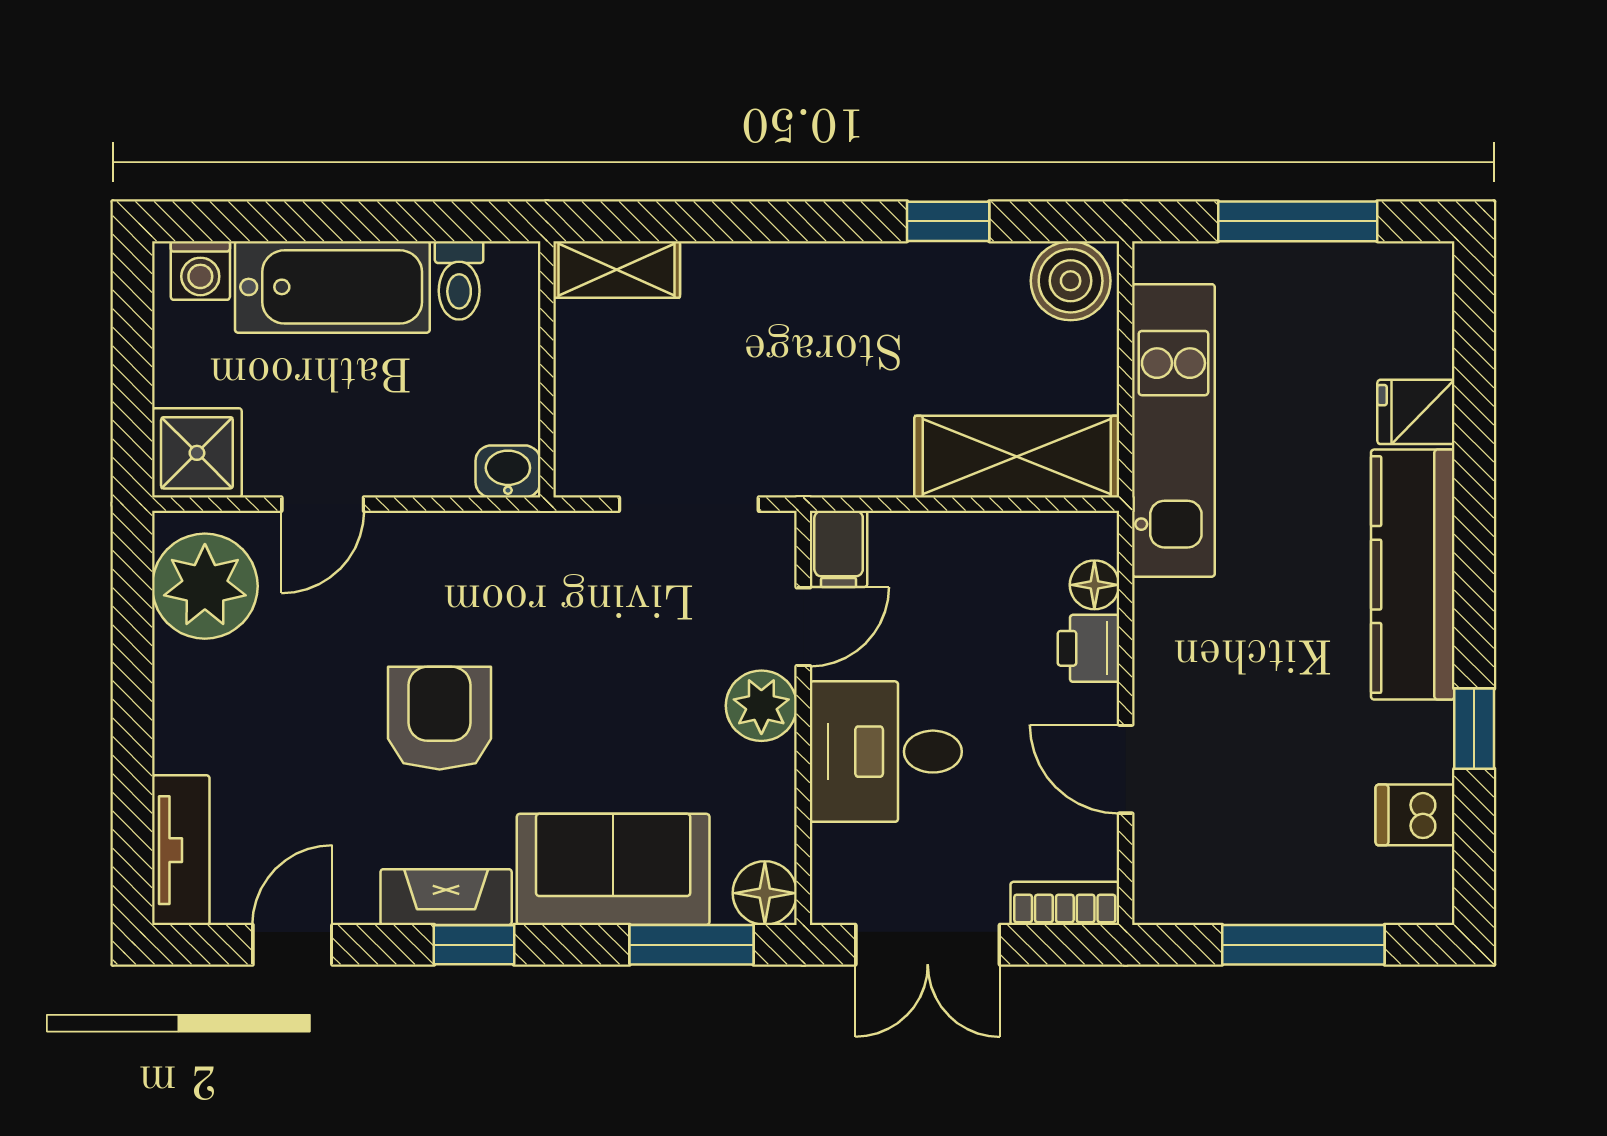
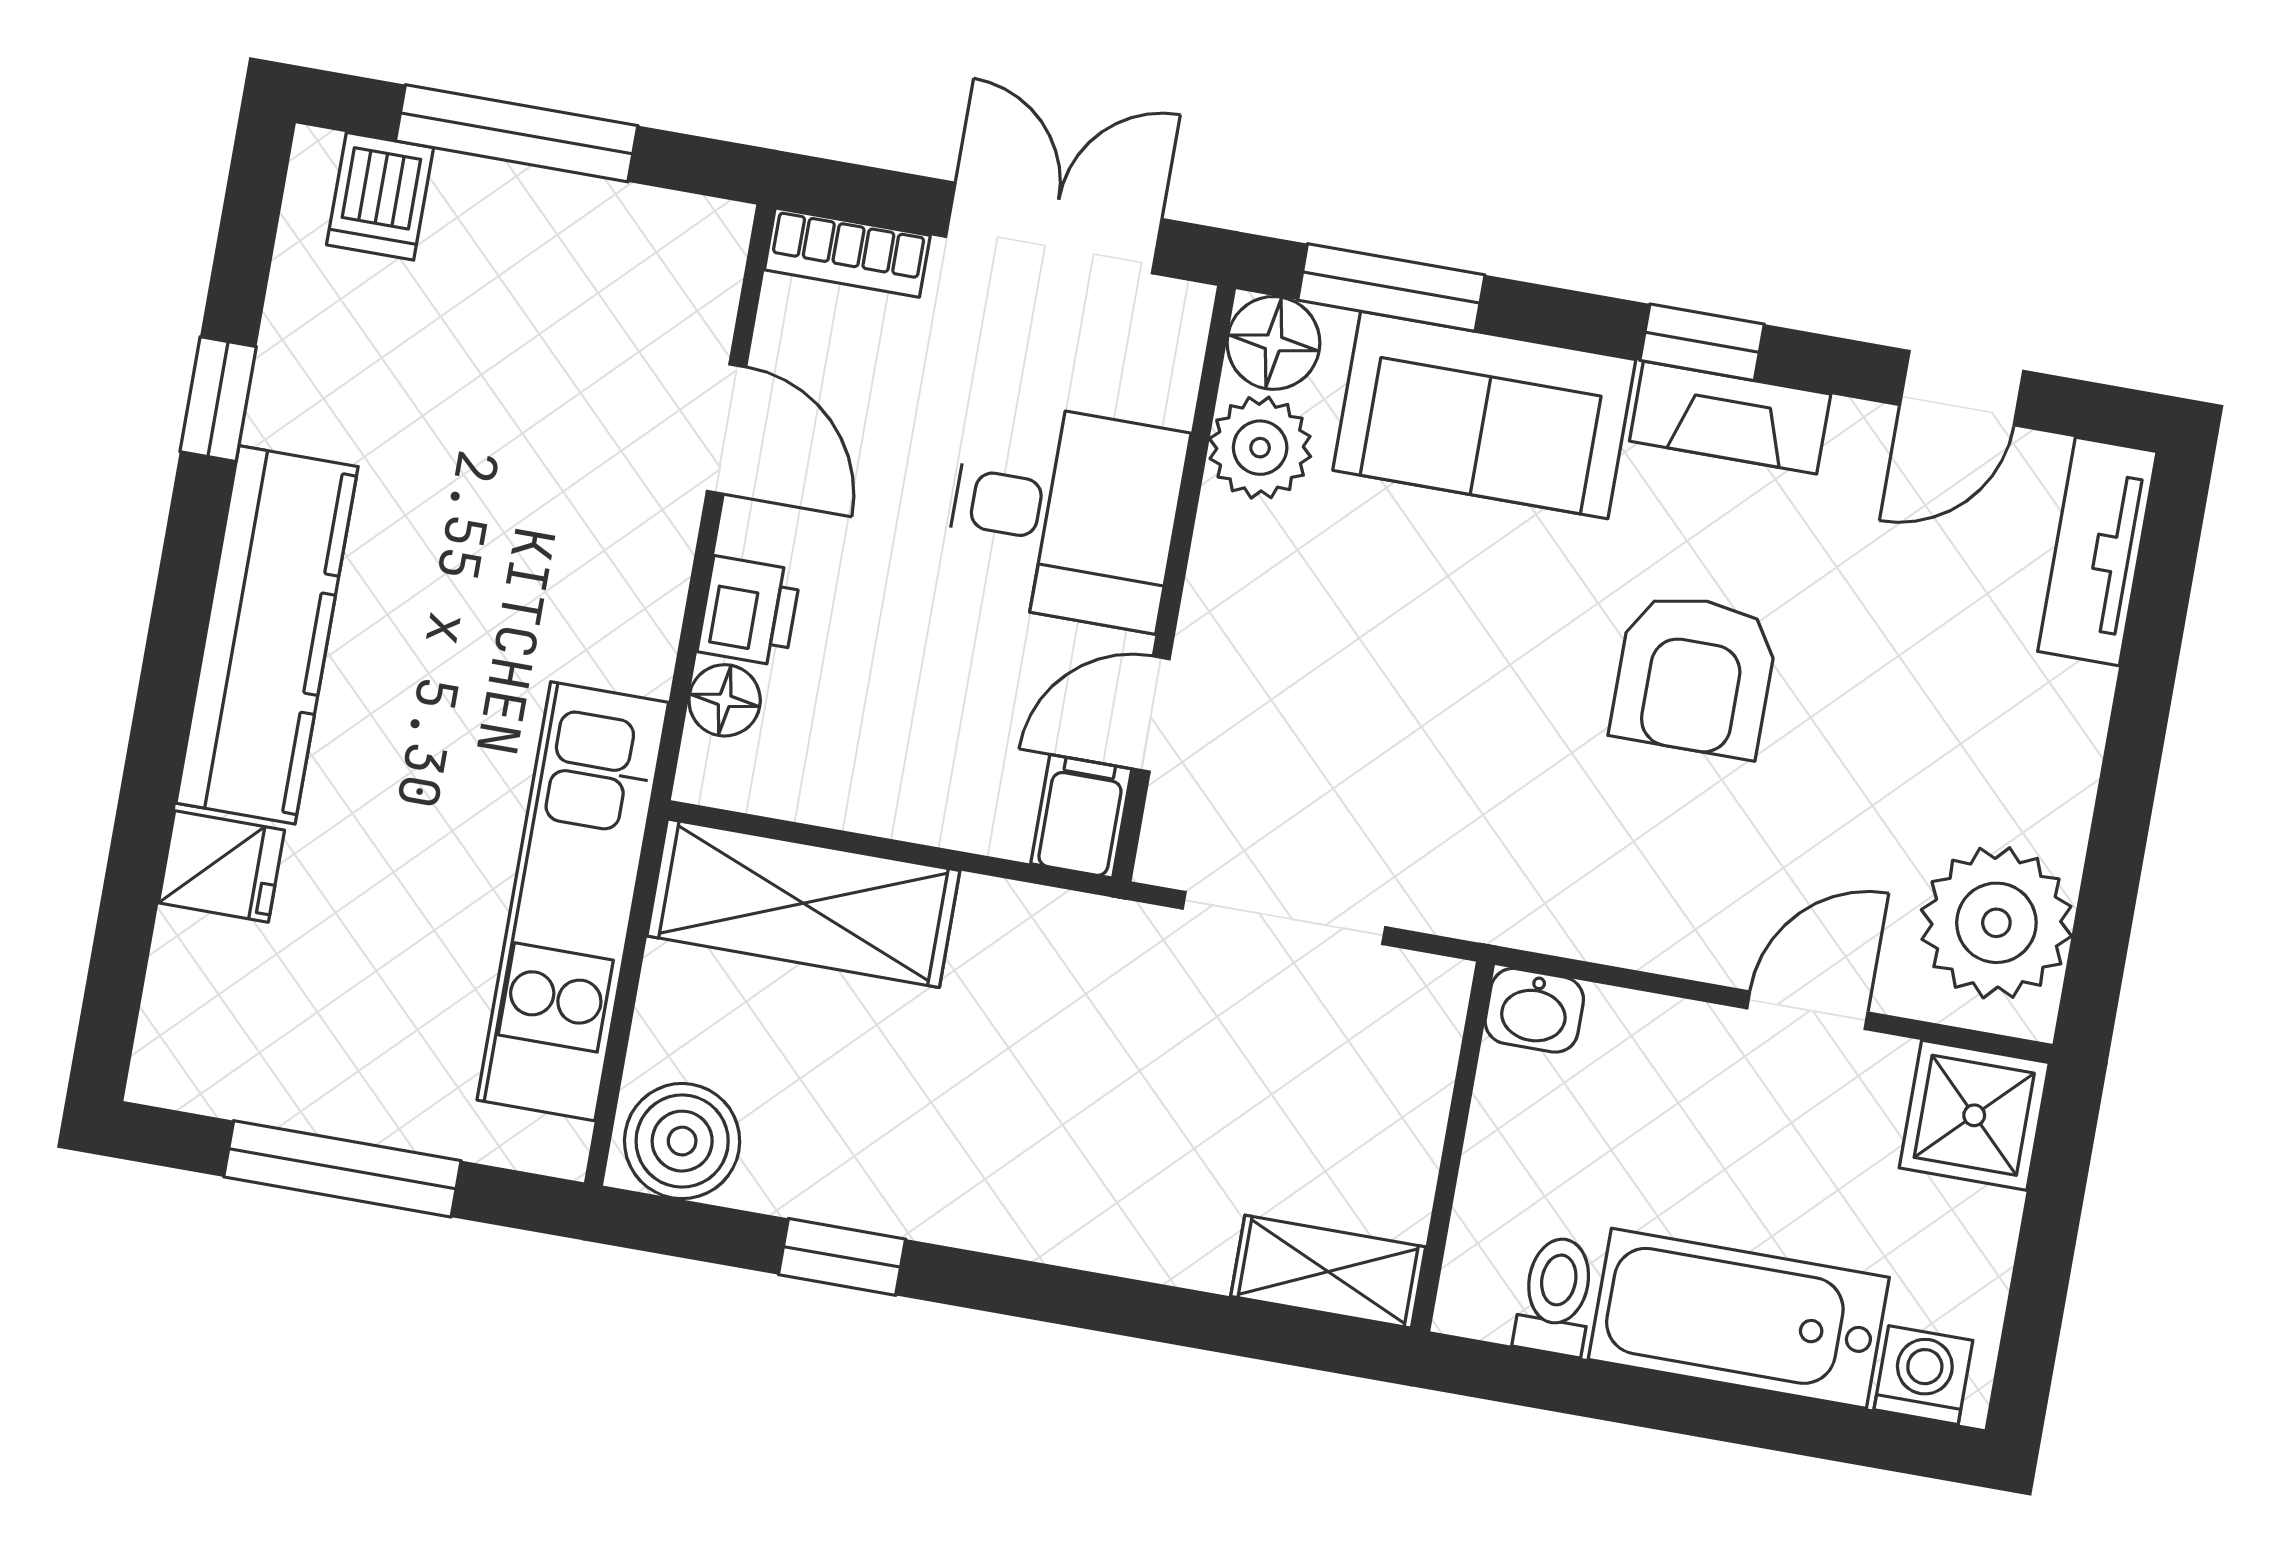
plant: (761, 706) -> (1260, 448), moved
dishwasher: (1415, 815) -> (380, 196), moved, turned 90

